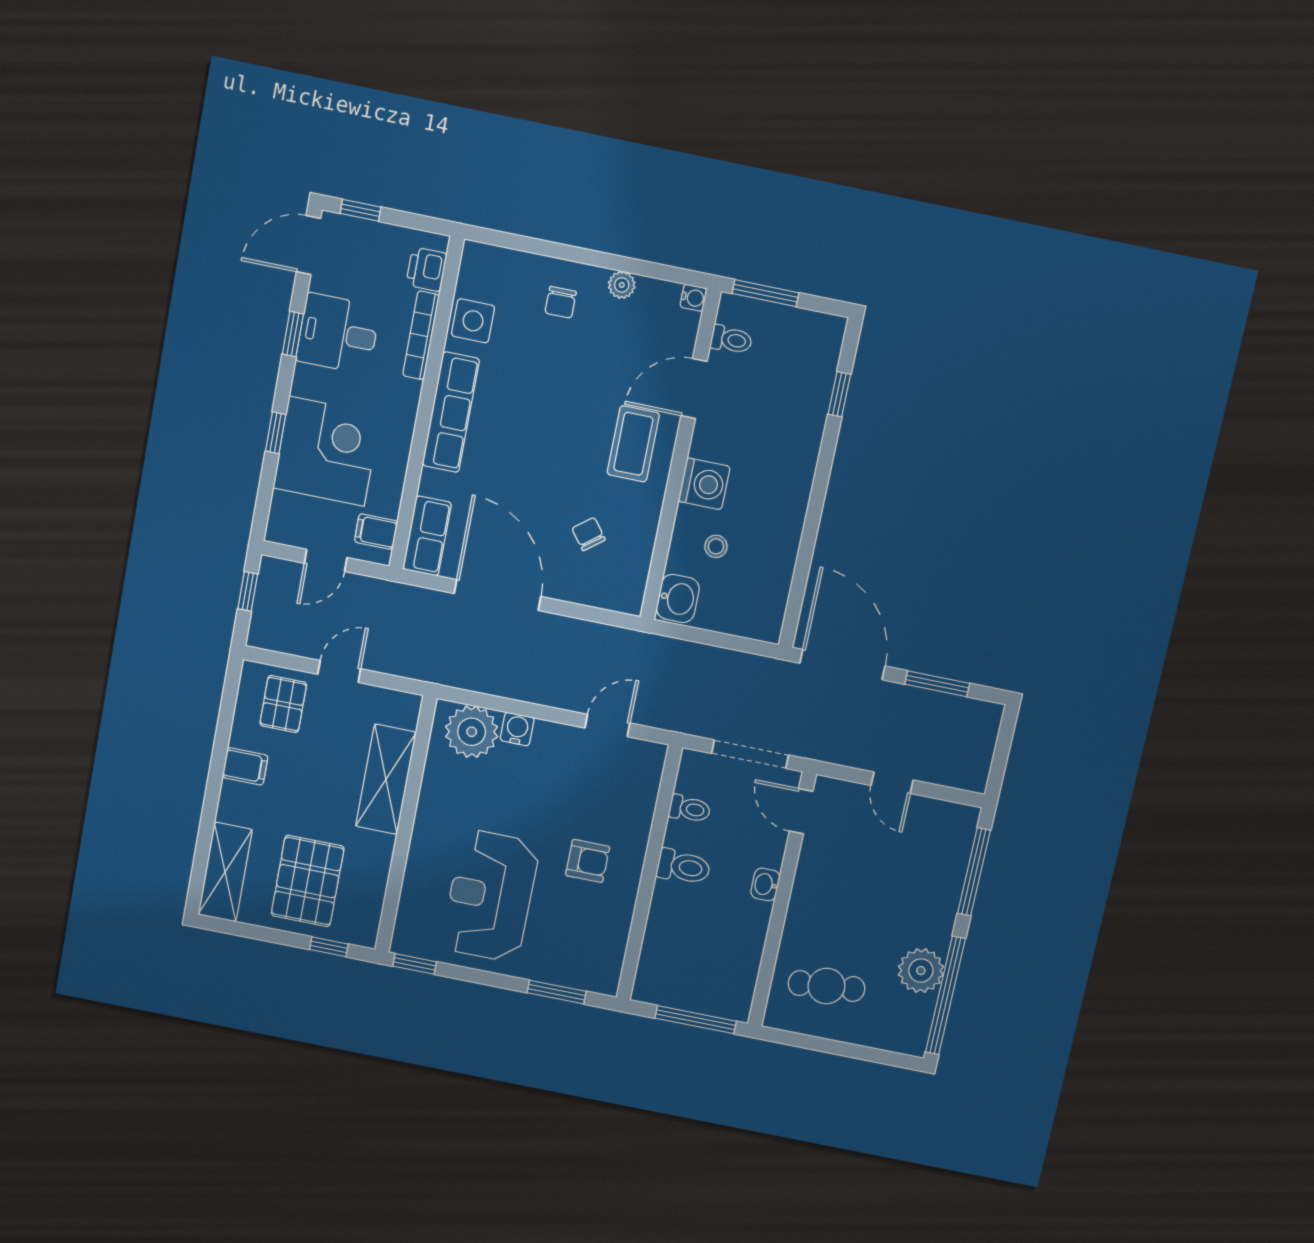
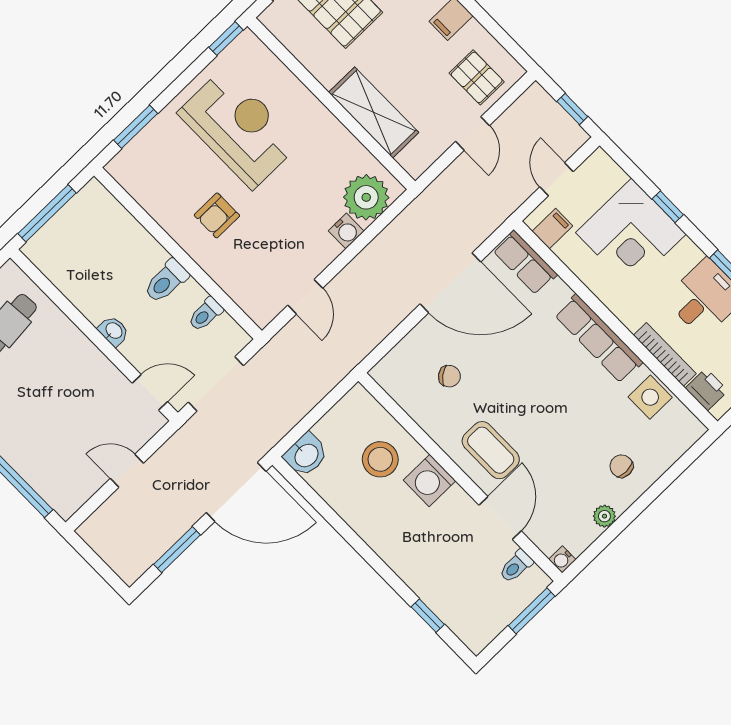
stool: (716, 546) -> (380, 459), width x1.89, depth x1.89
washbasin: (678, 599) -> (306, 455), moved, turned -90

